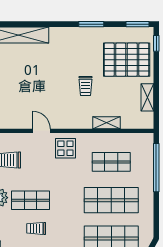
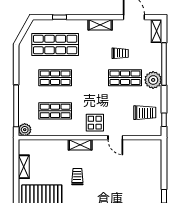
shelving: (106, 123) -> (80, 145), moved
plant: (146, 140) -> (25, 130), added
shop shelf: (111, 200) -> (55, 78), width x0.70, depth x0.74

